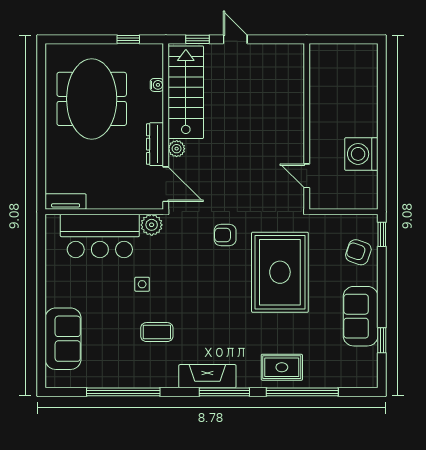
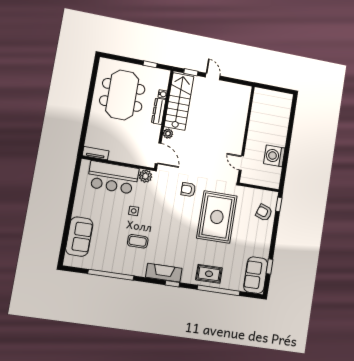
dresser: (155, 144) -> (159, 111), moved
sofa: (361, 316) -> (256, 275), moved
window: (224, 392) -> (172, 284), width x0.46

